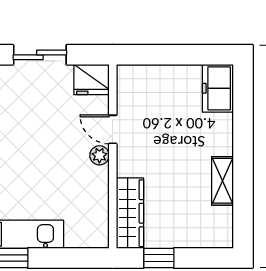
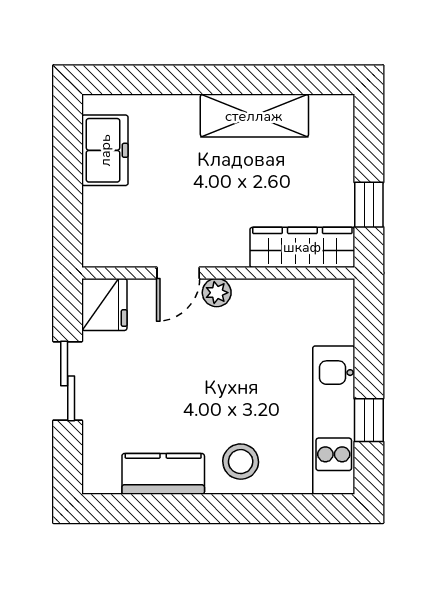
freezer: (218, 88) -> (105, 150), moved, turned -90
shelving: (223, 181) -> (254, 116), width x1.50, depth x1.33

